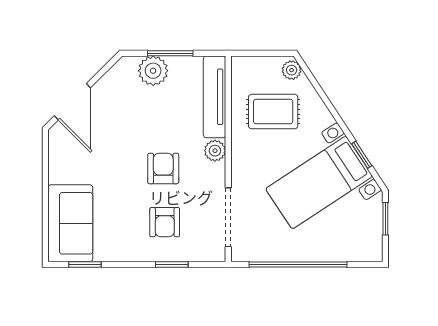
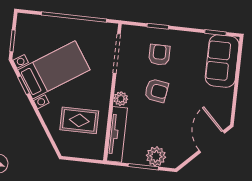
plant: (292, 70) -> (64, 147), removed
armchair: (163, 168) -> (156, 91), turned -81

